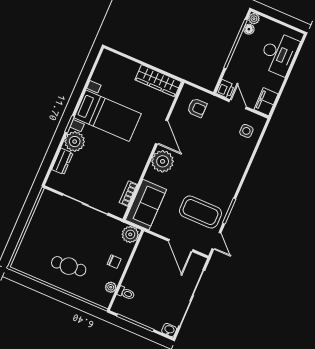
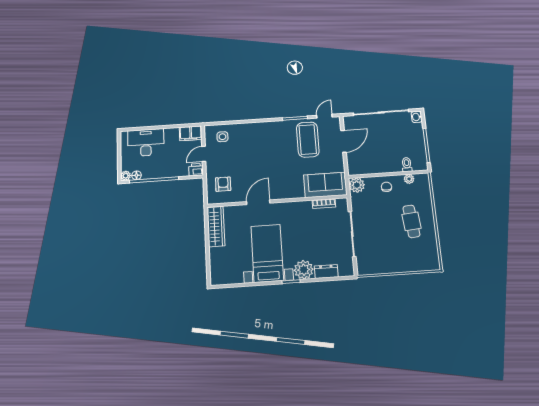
plant: (163, 161) -> (282, 189), removed

